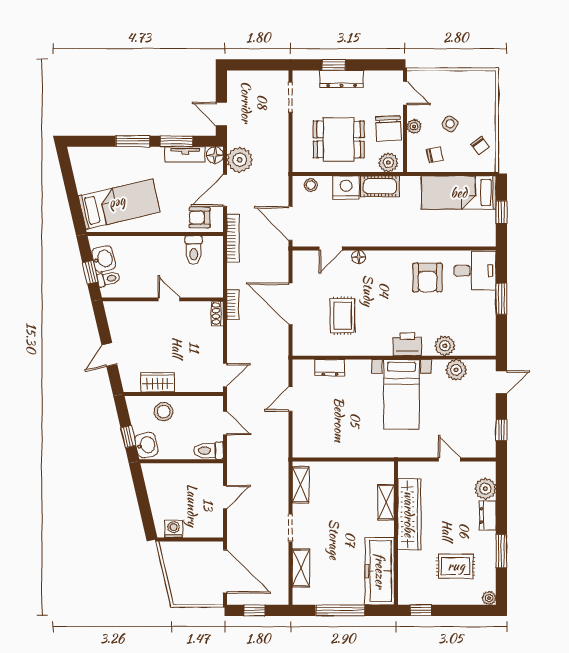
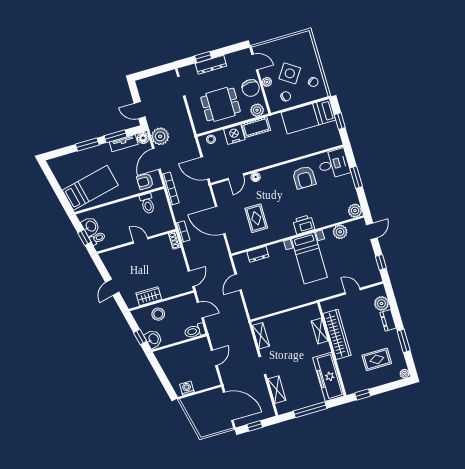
side table: (450, 124) -> (290, 73), width x1.87, depth x1.87
plant: (445, 346) -> (355, 211), moved

